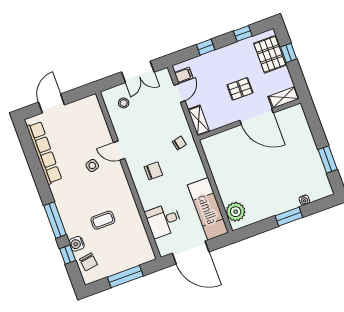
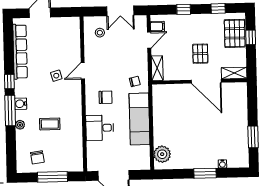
pallet: (240, 89) -> (200, 54), turned 90
door: (119, 150) -> (83, 71), hinge flipped
exam couch: (208, 209) -> (139, 119), moved
desk: (164, 220) -> (100, 128), moved
plant: (71, 232) -> (20, 125), added
water cooler: (77, 244) -> (21, 104), moved
window: (68, 255) -> (9, 82), moved
chair: (88, 262) -> (37, 157), moved

